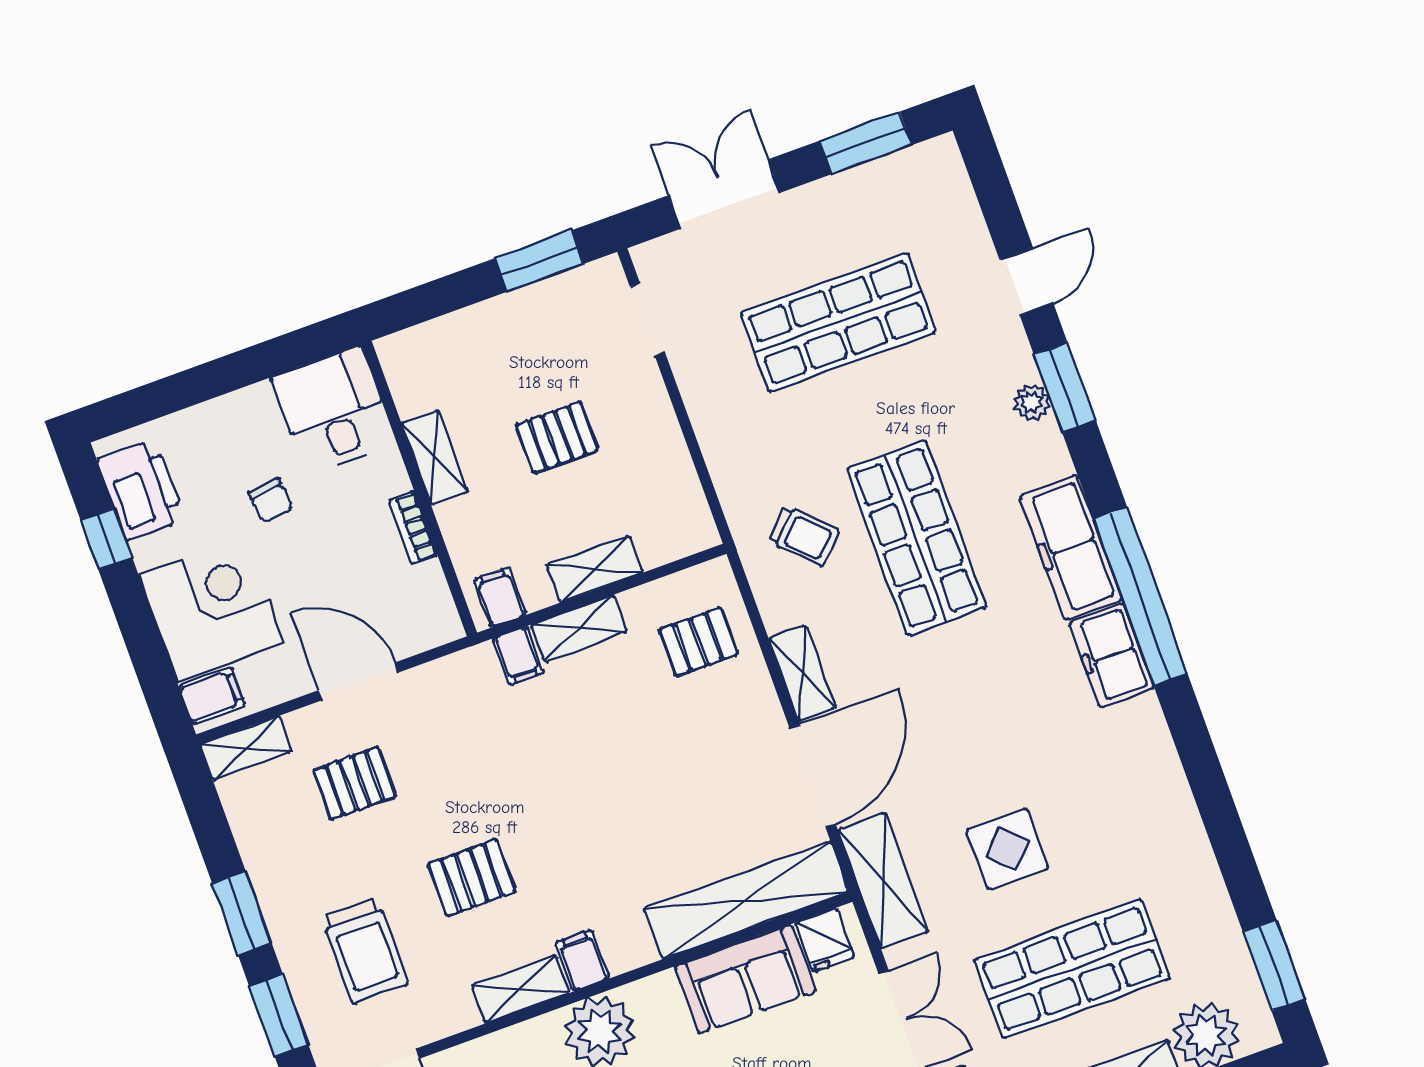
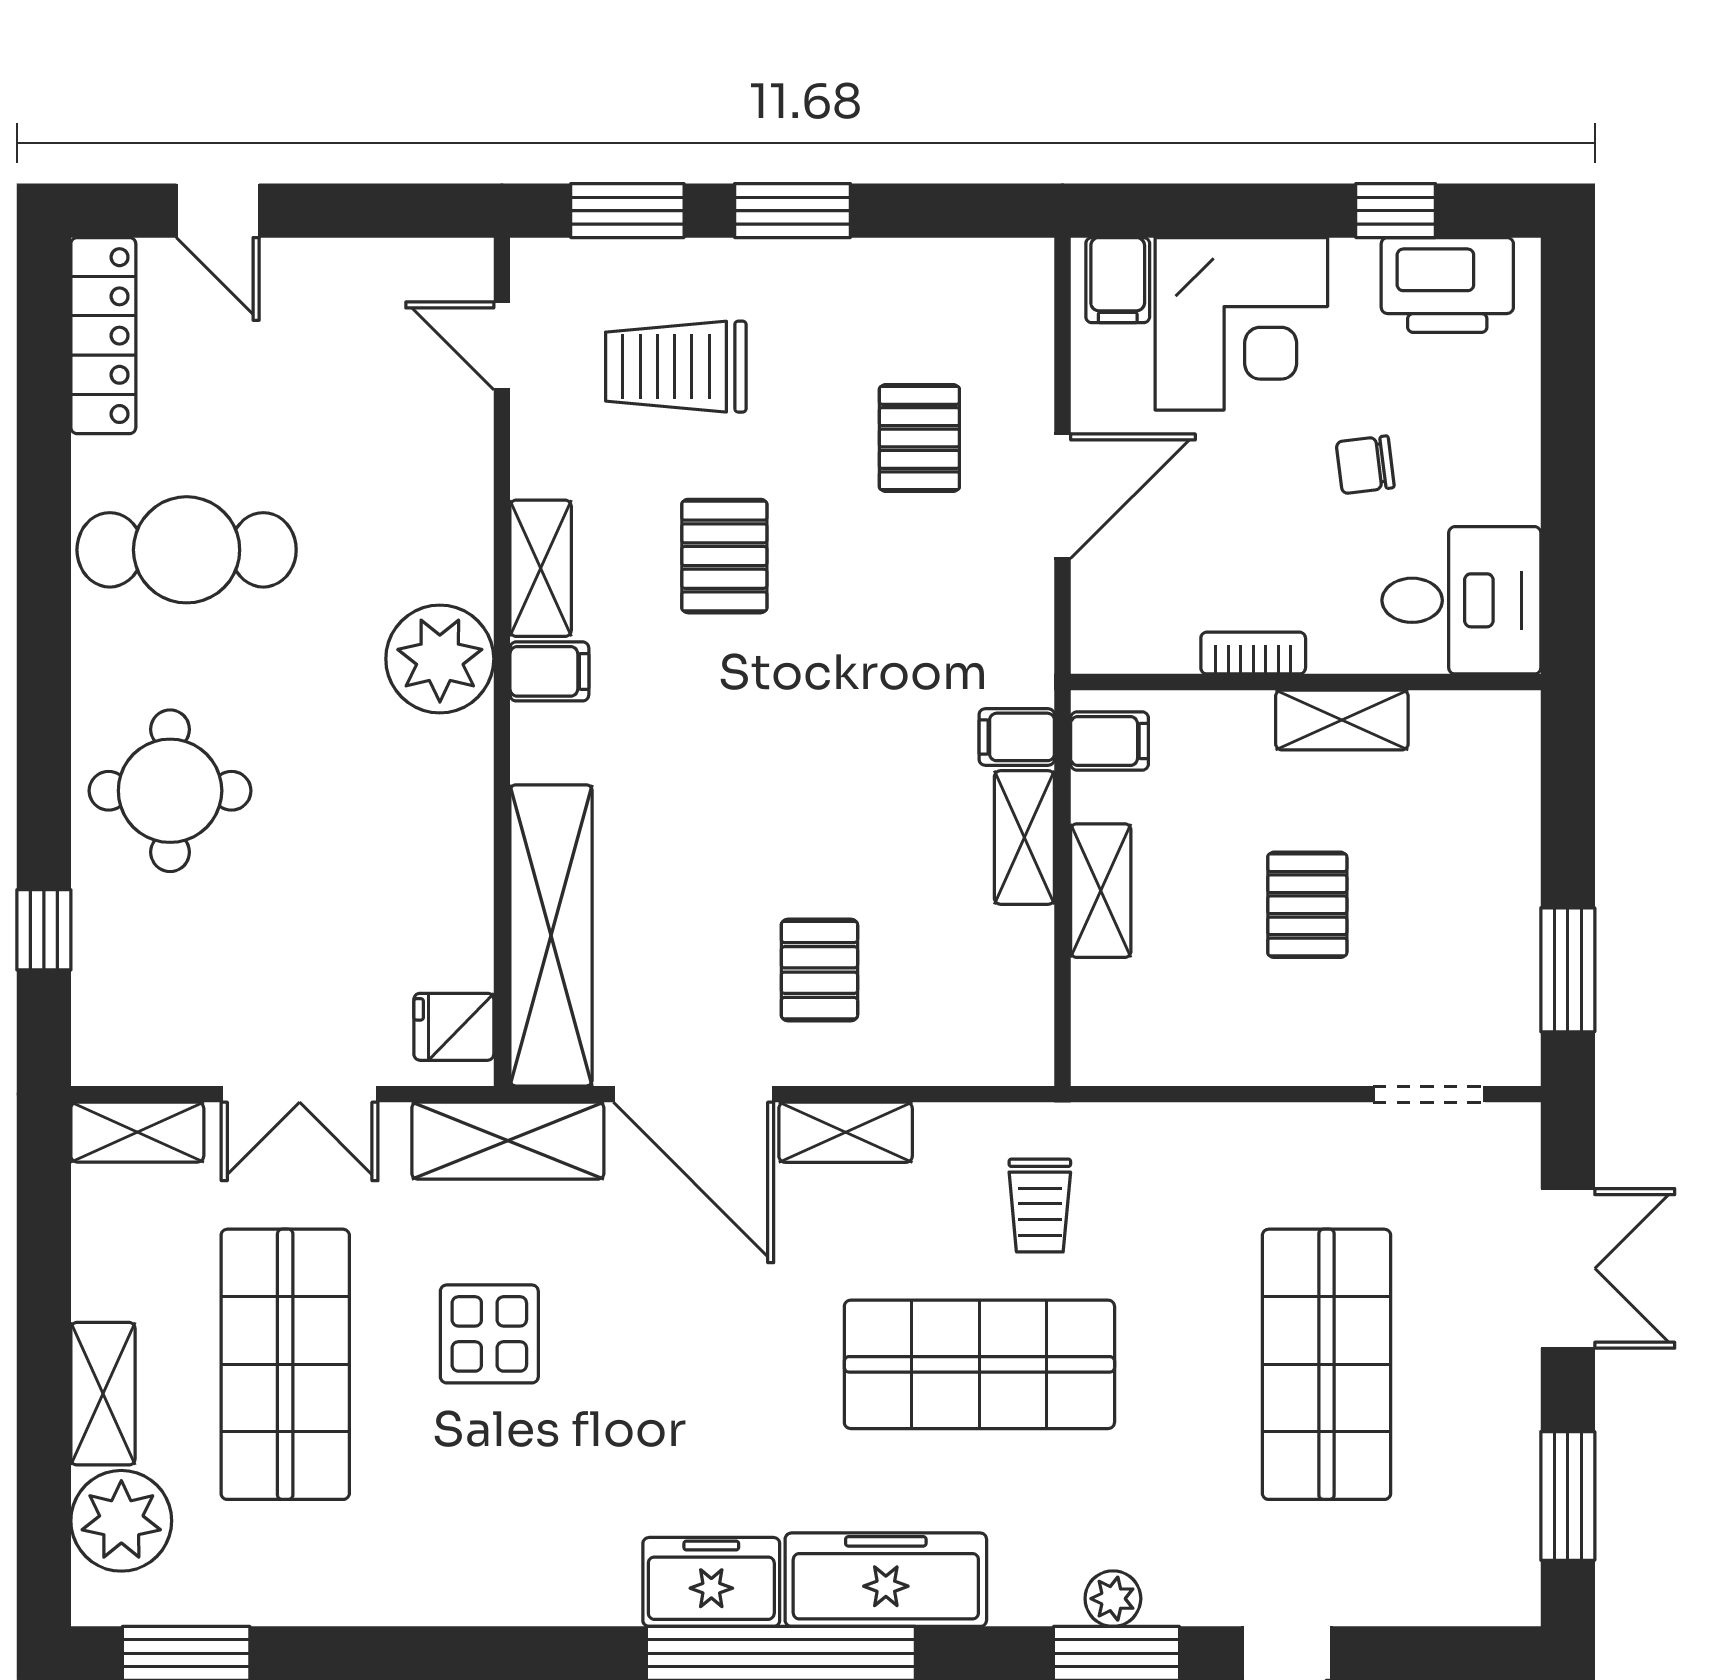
trolley: (804, 536) -> (1040, 1205), turned -44
pallet: (698, 642) -> (819, 970), moved
shelving: (246, 748) -> (1026, 302), removed
sofa: (745, 979) -> (439, 893), removed

